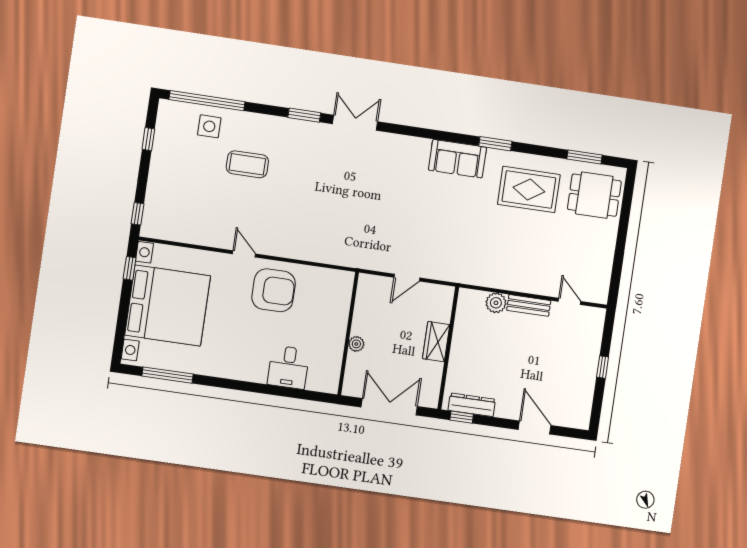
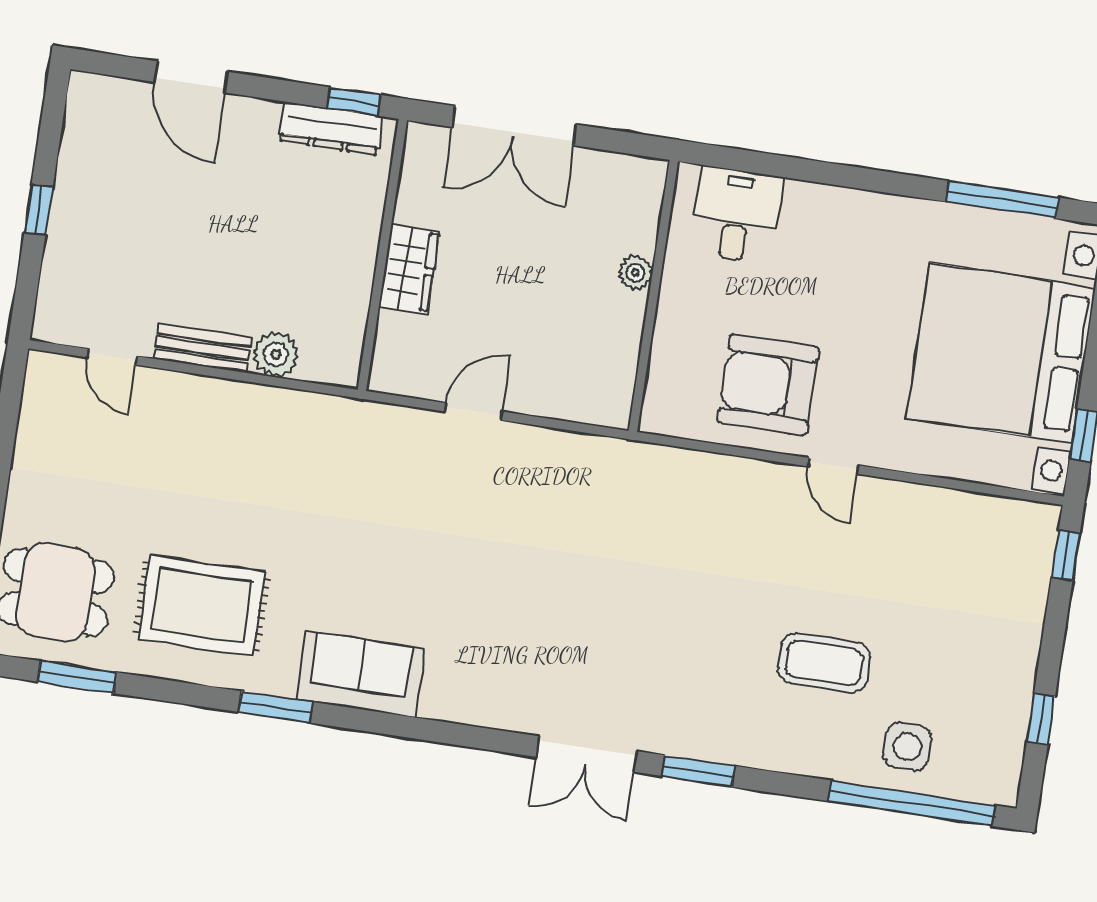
wall: (348, 334) -> (653, 296), moved
plant: (356, 344) -> (635, 273), moved

